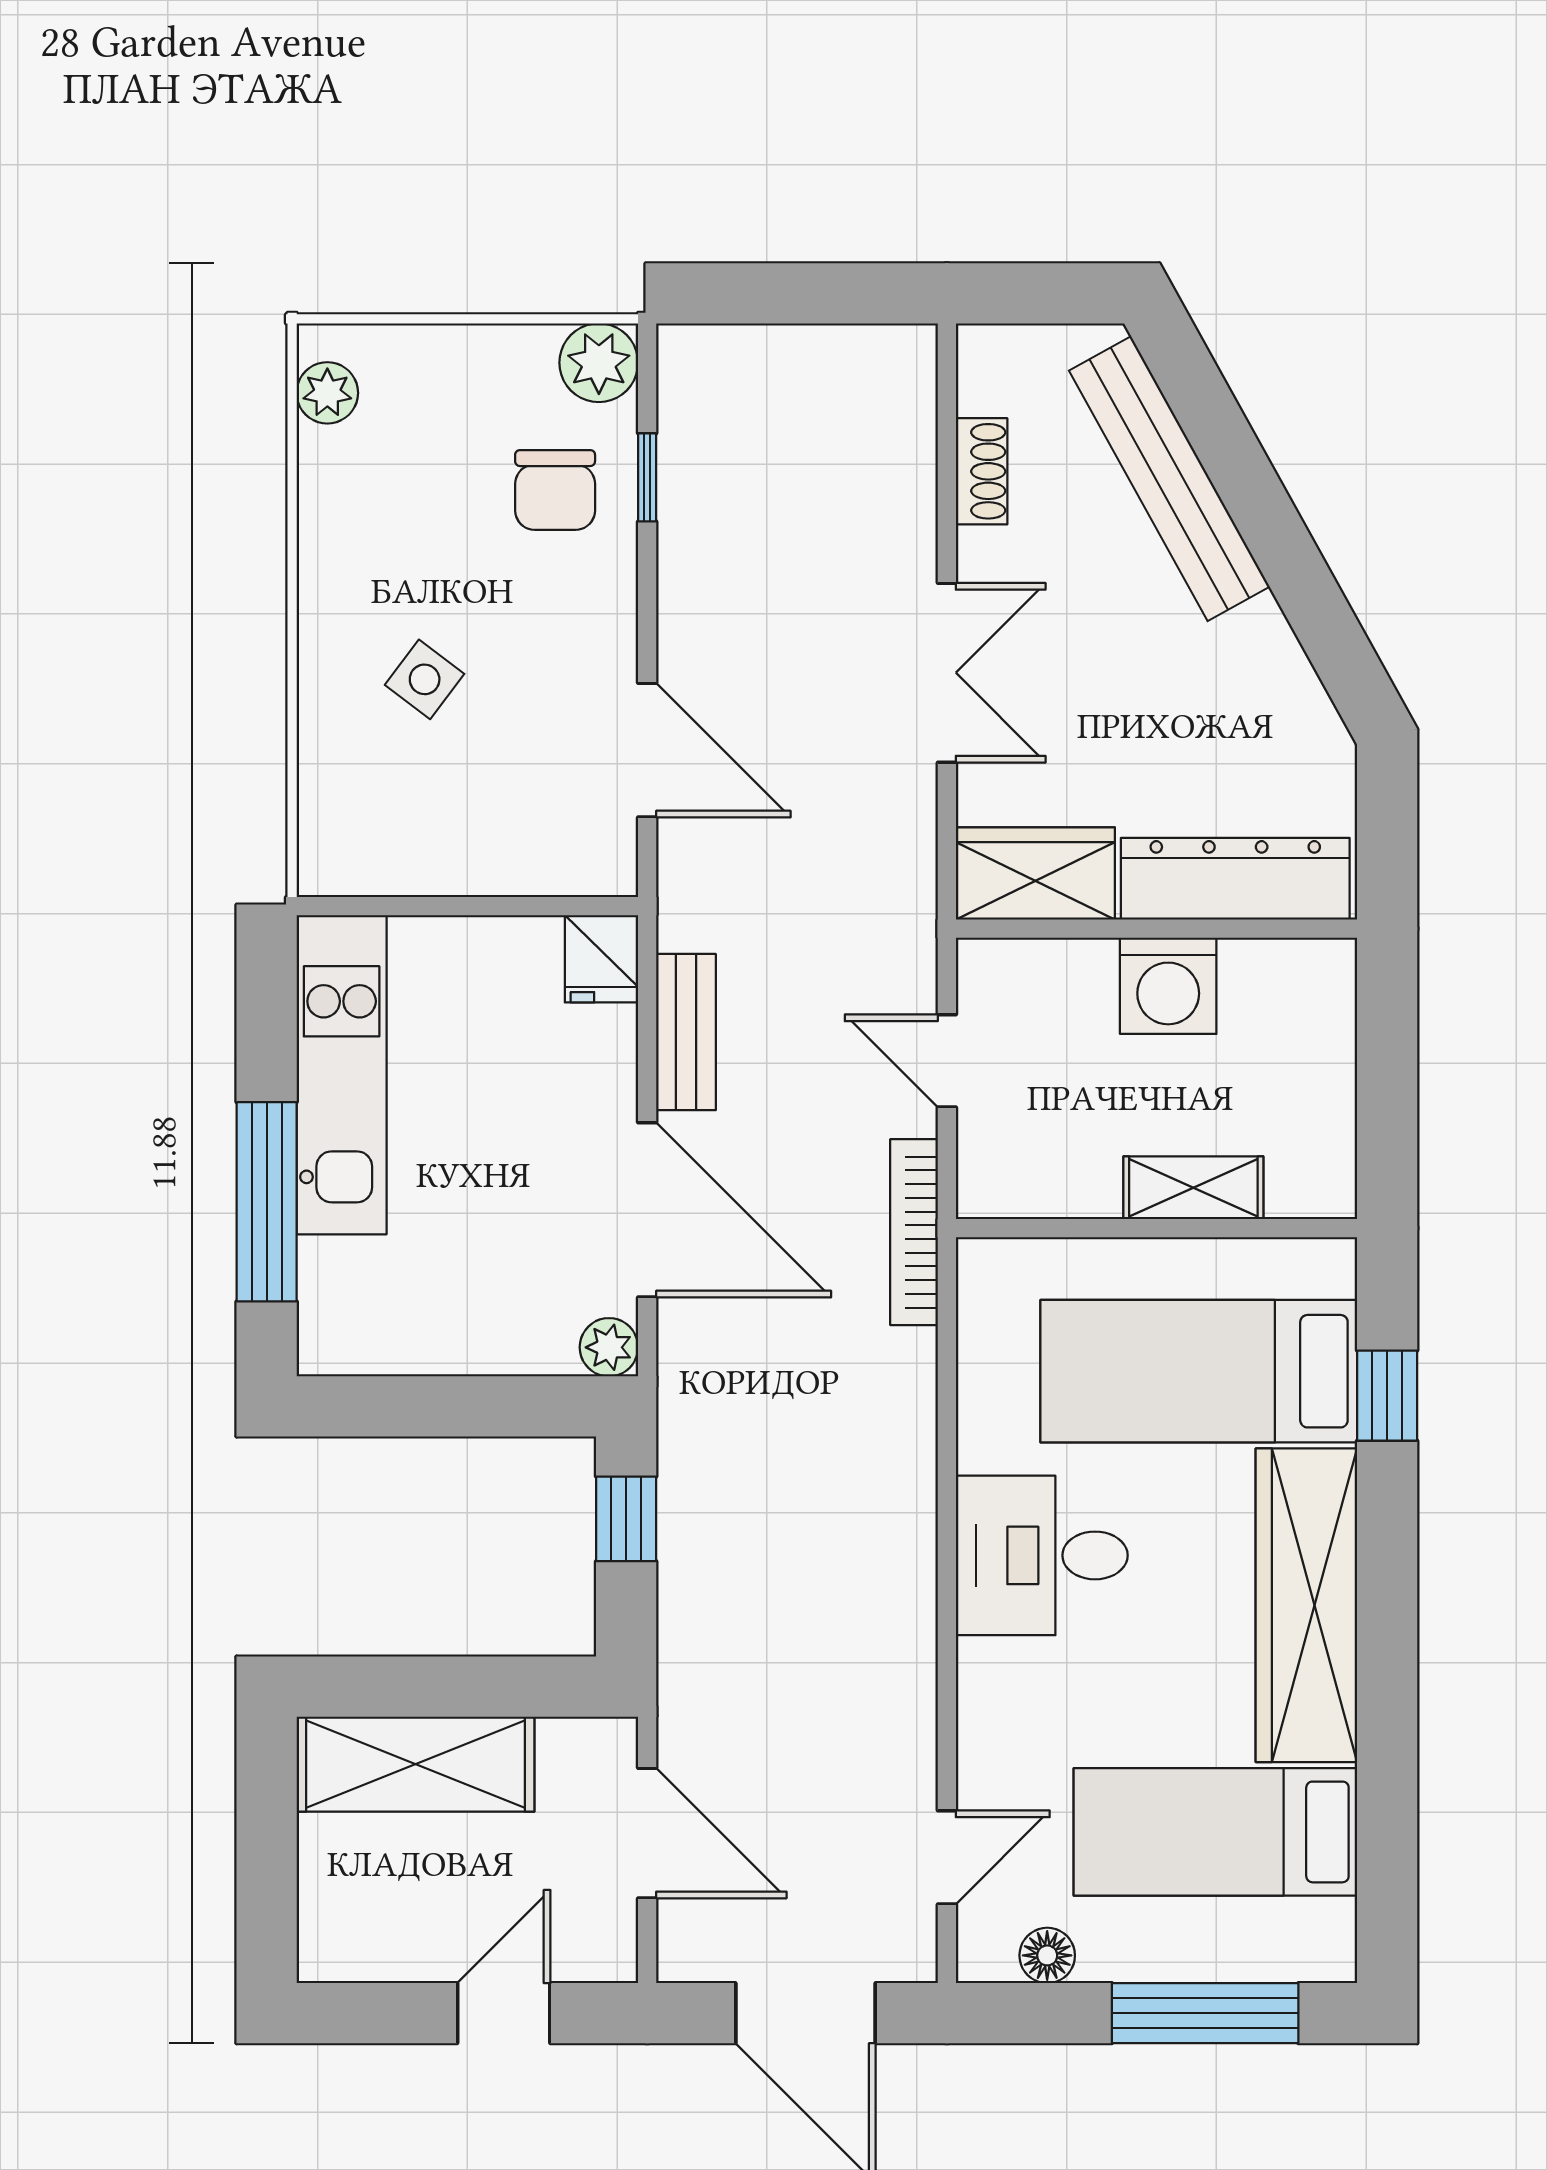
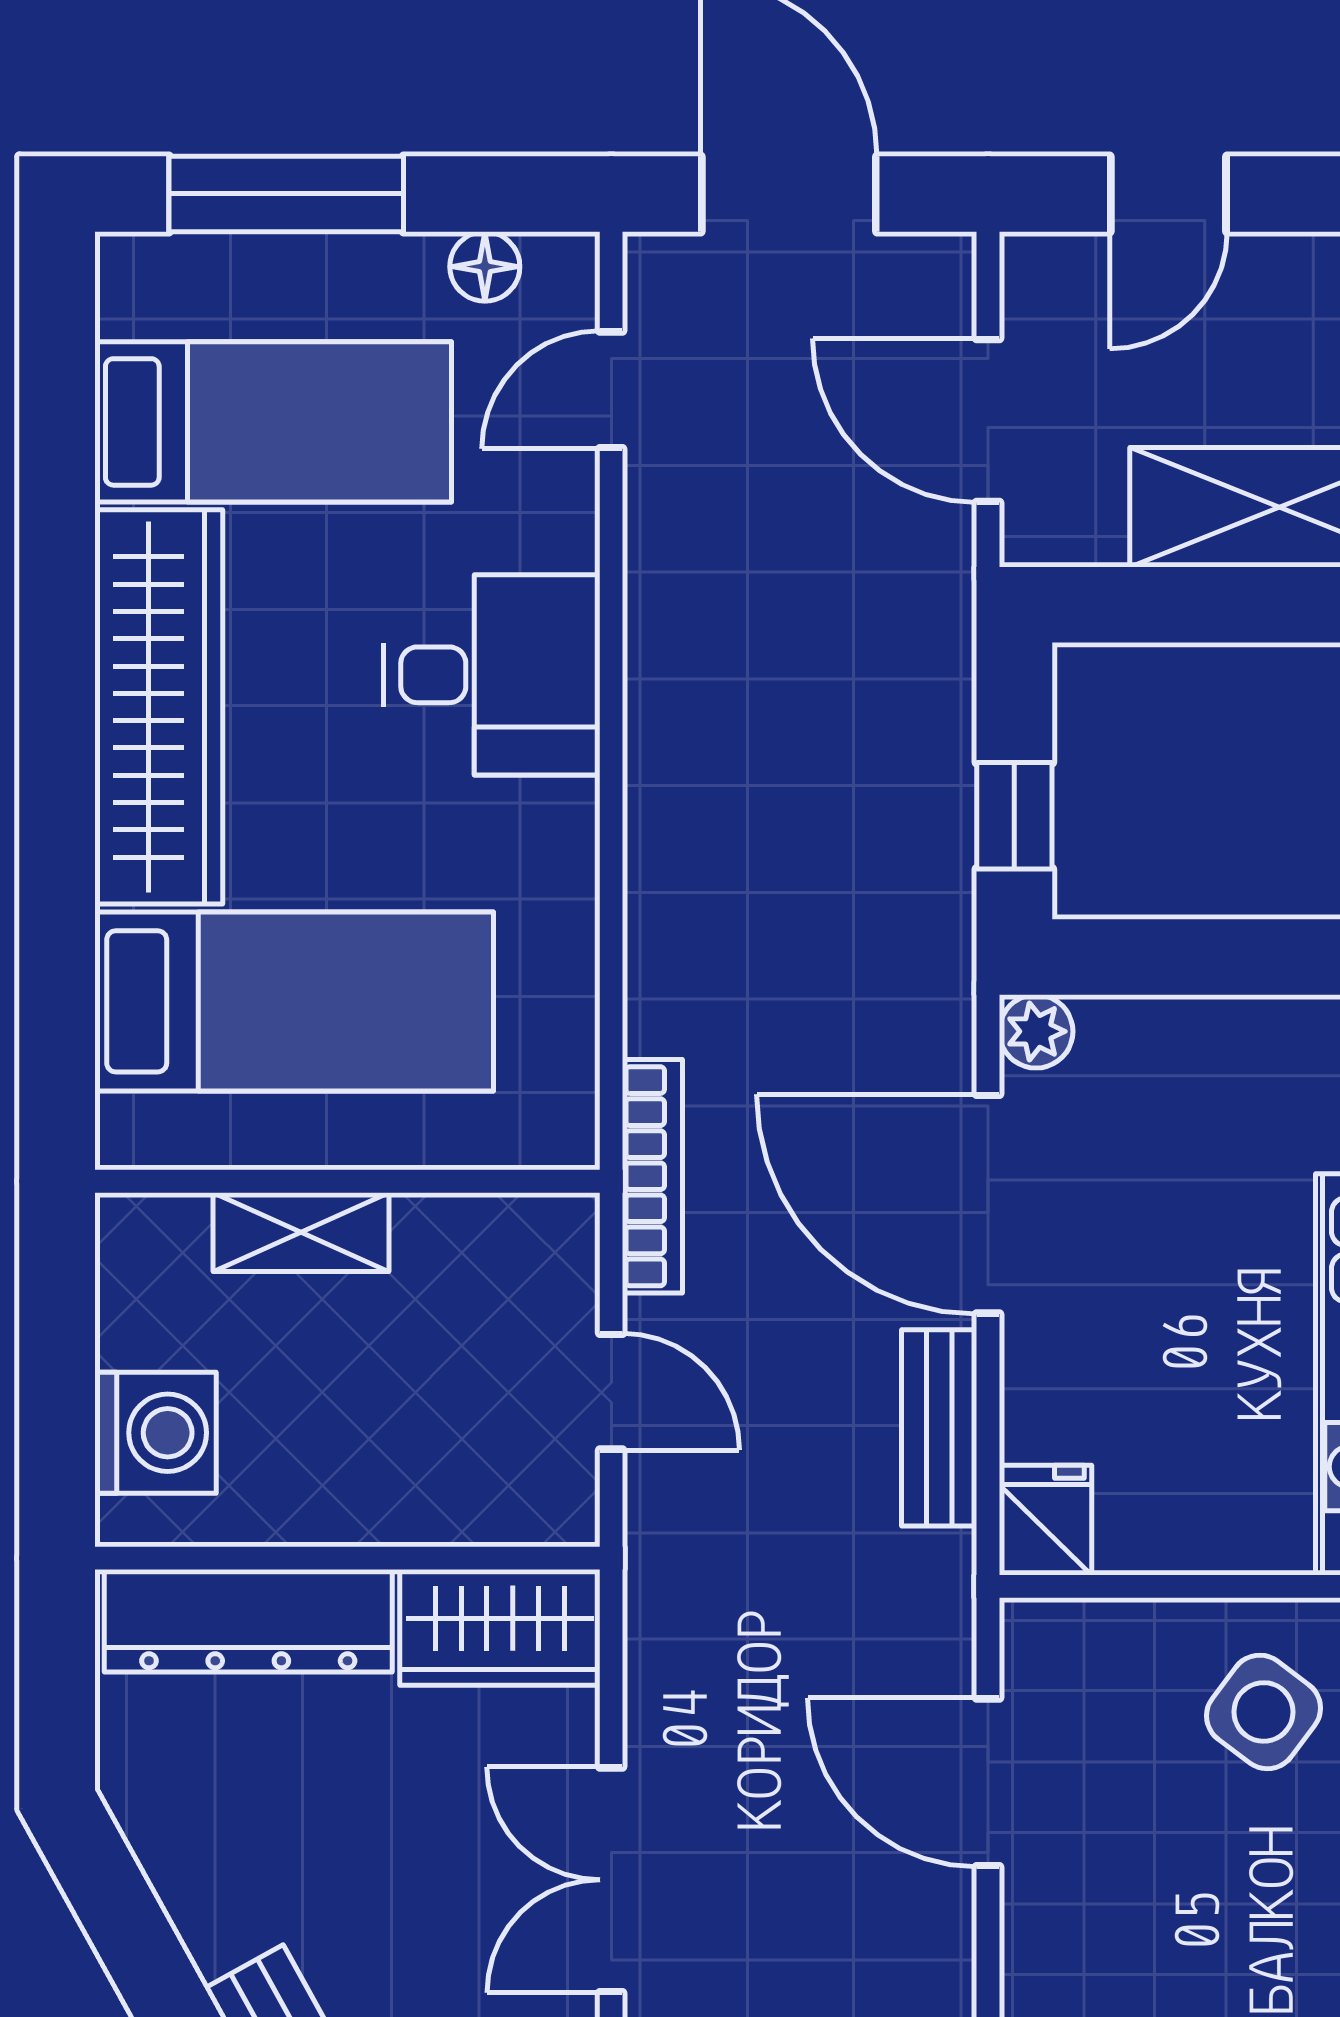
side table: (425, 679) -> (1263, 1712), moved, width x1.37, depth x1.37
washing machine: (1168, 986) -> (155, 1433), moved, turned 90
window: (1387, 1396) -> (57, 971), removed
desk: (1042, 1555) -> (492, 675), moved

